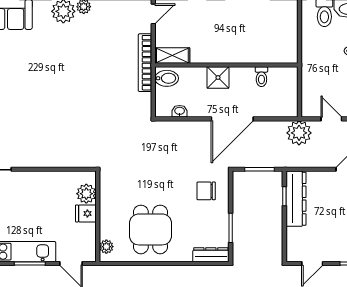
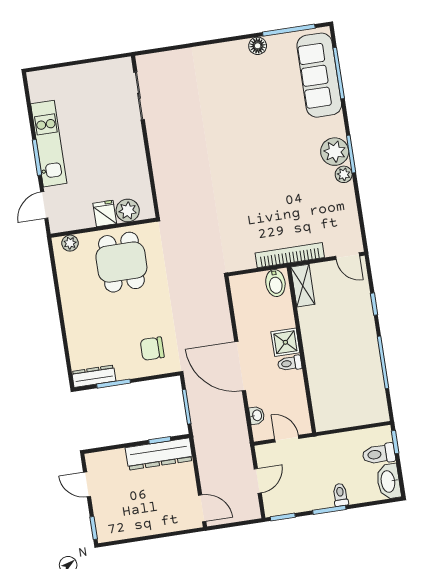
toilet: (261, 77) -> (290, 363), moved
door: (300, 89) -> (287, 439), added
washbasin: (180, 111) -> (257, 415), moved
plant: (299, 133) -> (236, 446), removed
chair: (206, 191) -> (152, 349), turned -90
dining table: (150, 229) -> (121, 262), moved, turned 90
dresser: (211, 255) -> (94, 376), moved, turned -90

